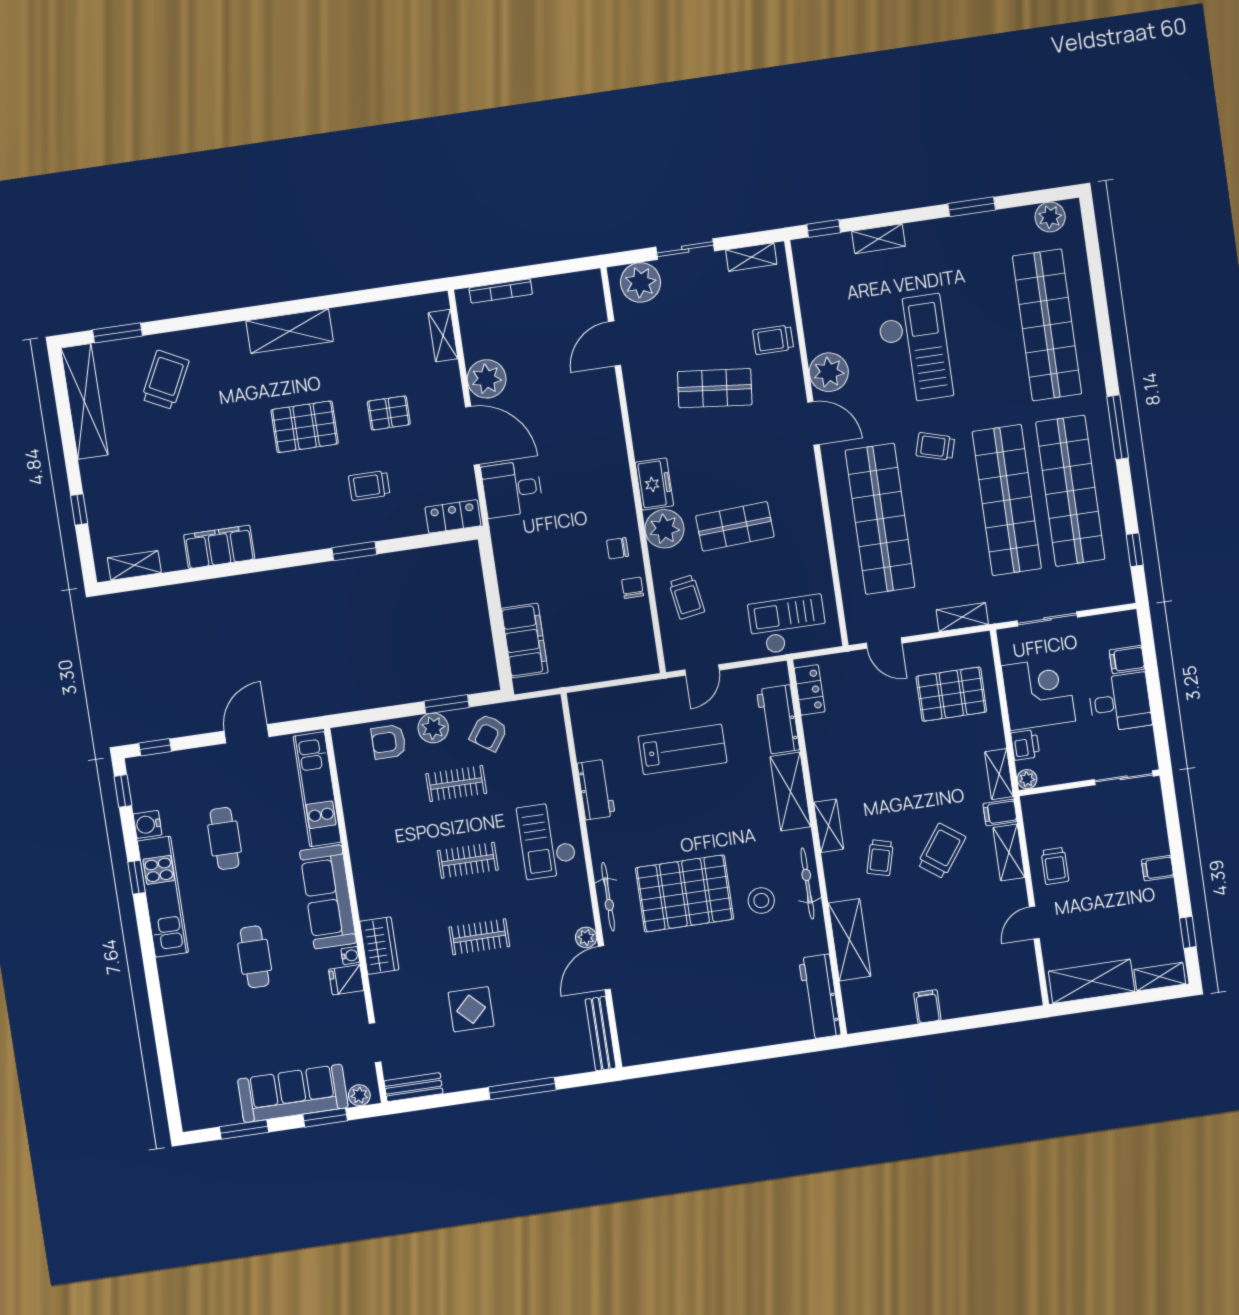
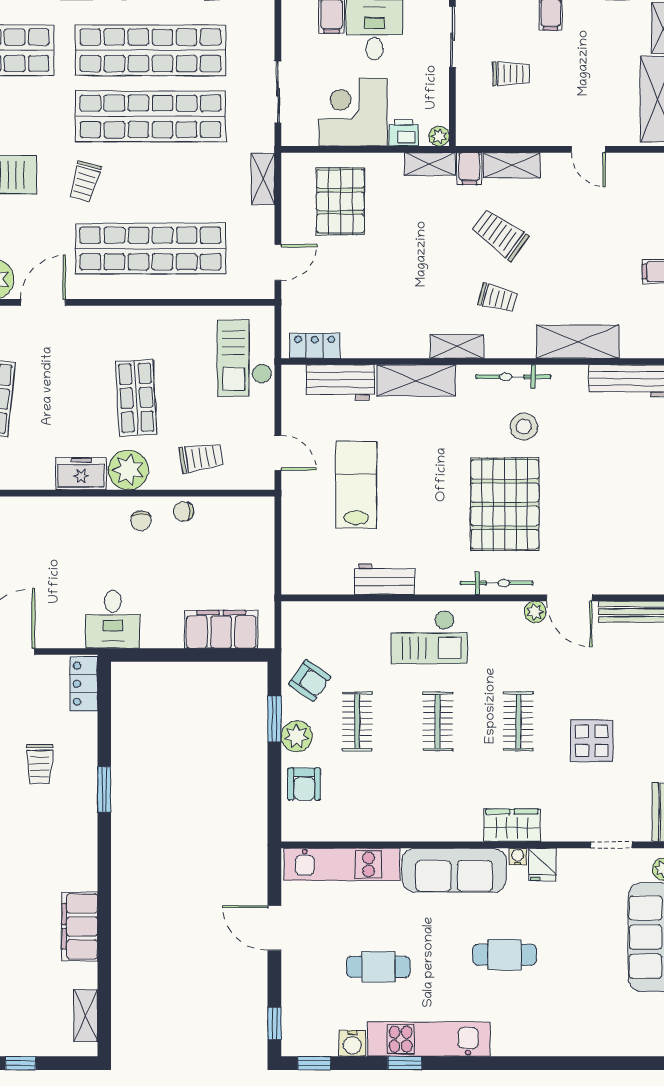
desk: (512, 489) -> (113, 619), moved
trolley: (1055, 866) -> (511, 74), moved

